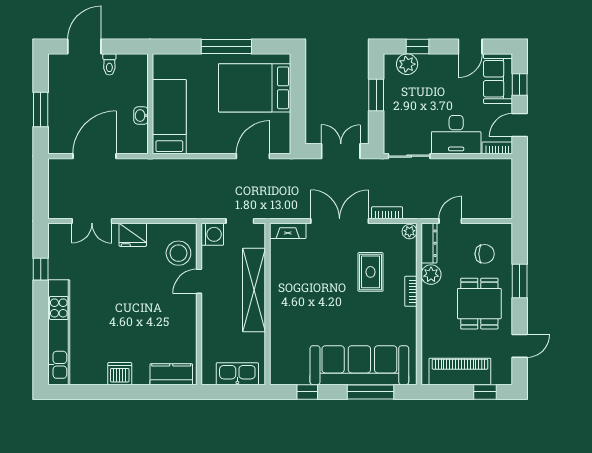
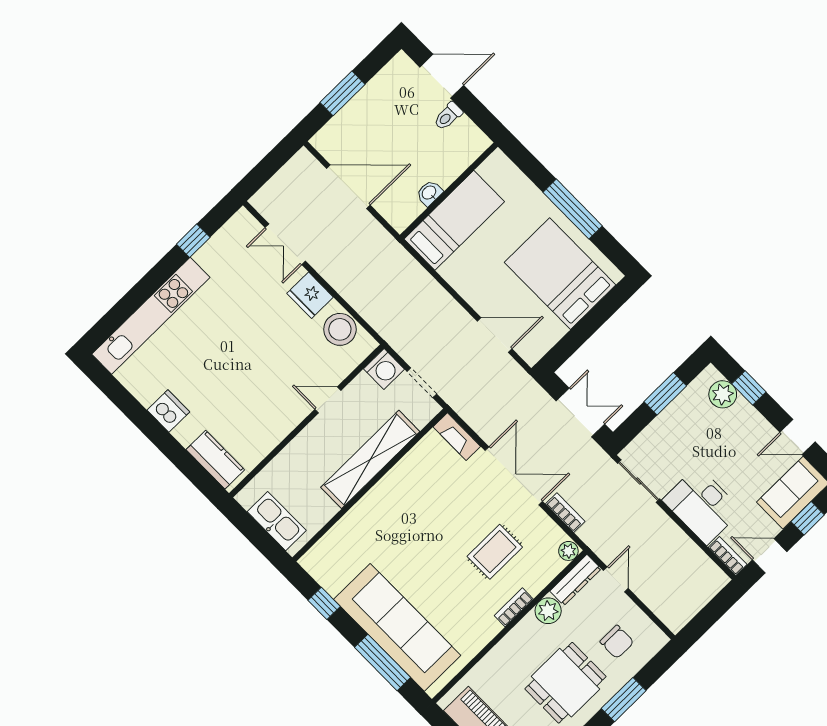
door: (450, 221) -> (616, 579), hinge flipped
stool: (178, 253) -> (340, 329), moved

